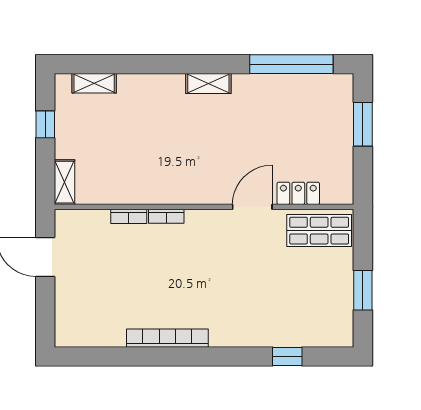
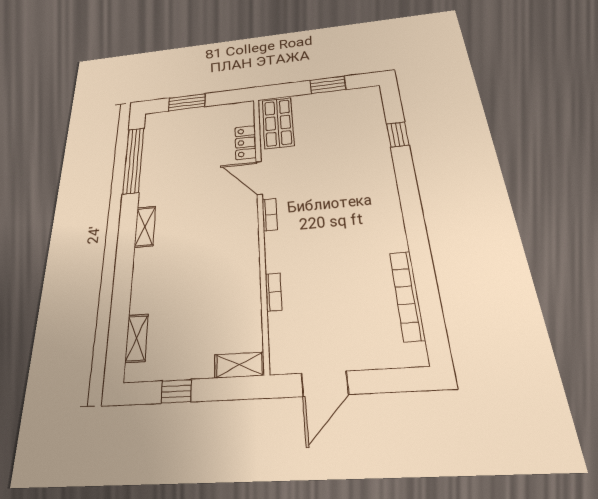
bookcase: (166, 216) -> (270, 215), moved
bookcase: (167, 338) -> (407, 295), moved

